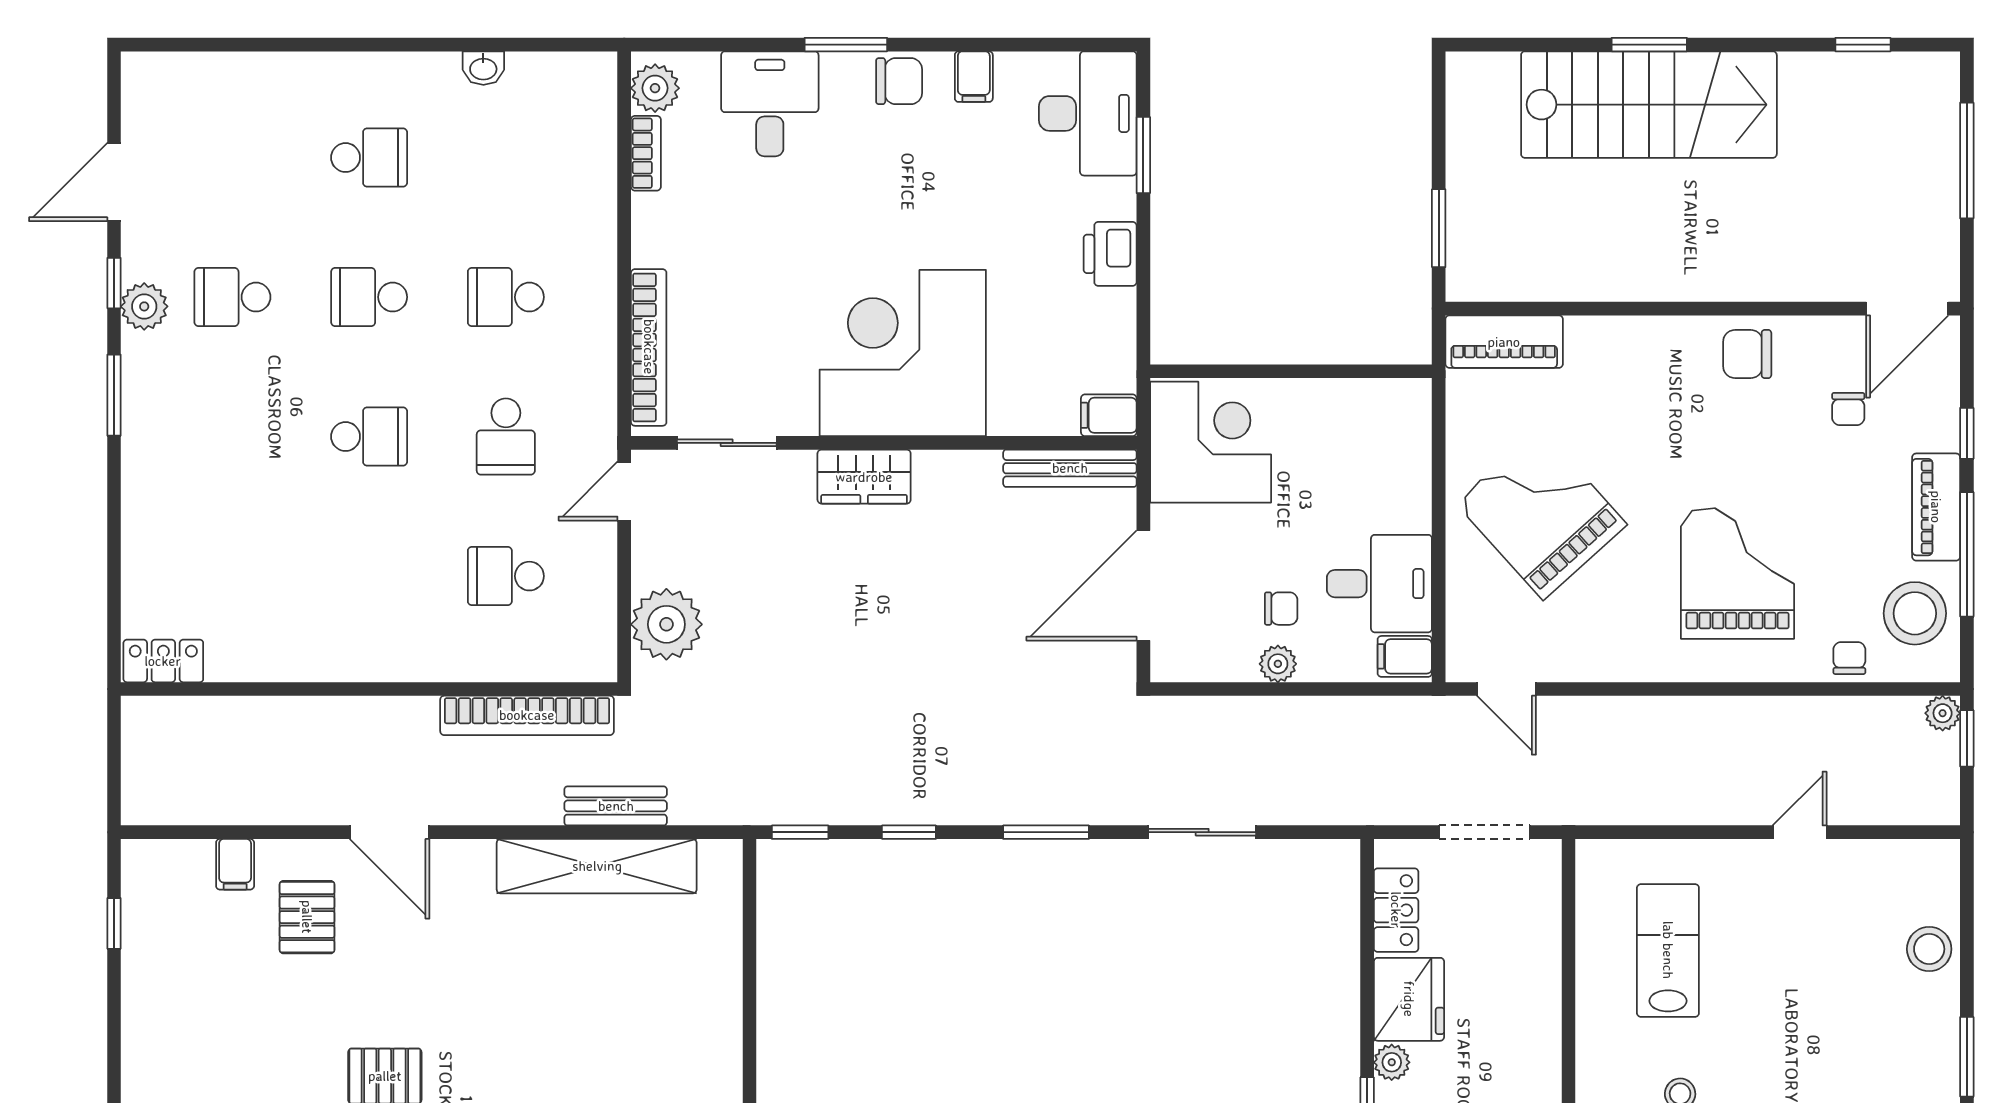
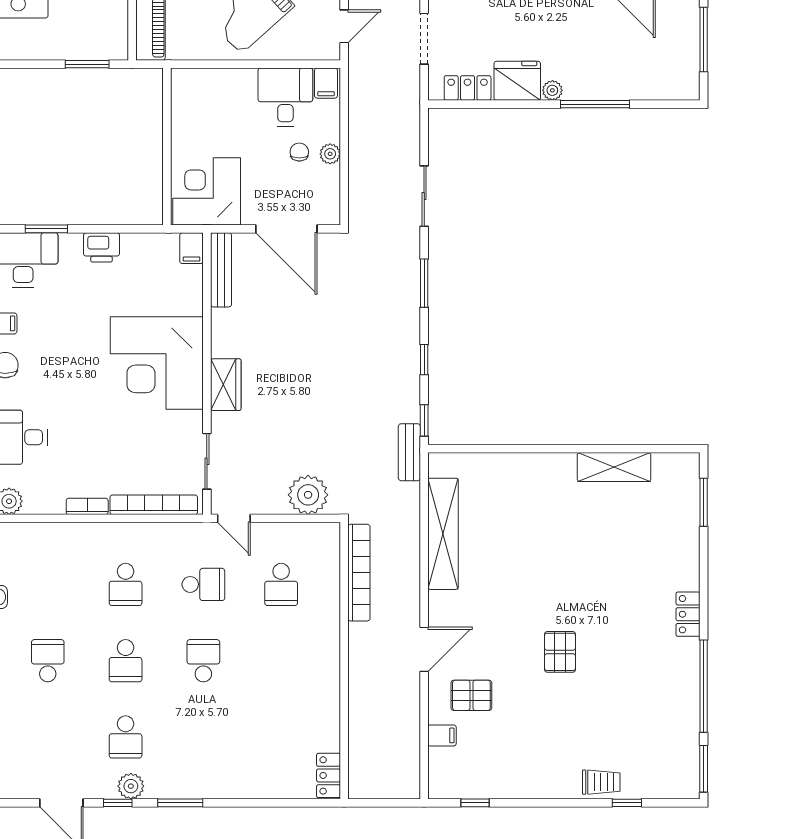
bookcase: (646, 153) -> (87, 506), moved
bench: (616, 806) -> (409, 452), moved

